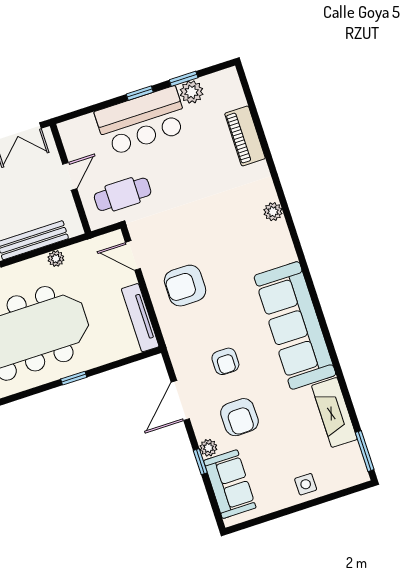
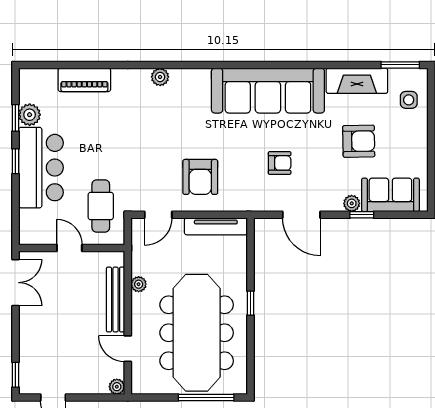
armchair: (239, 417) -> (359, 141), moved
side table: (306, 484) -> (409, 100), moved

